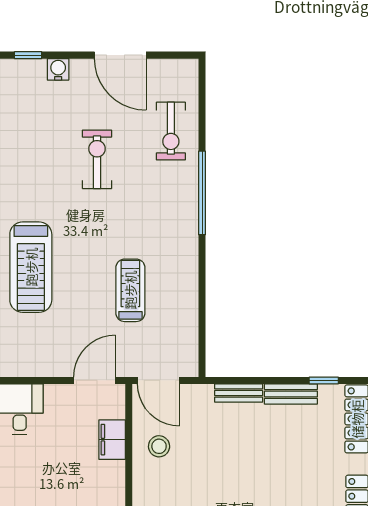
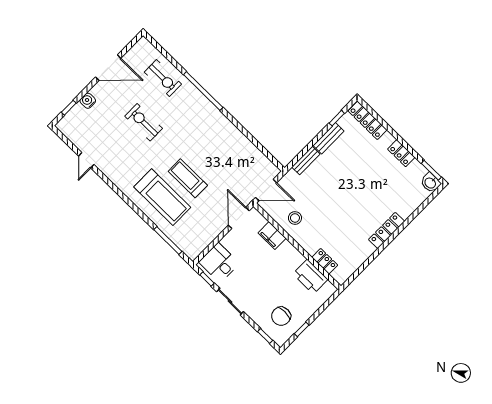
treadmill: (130, 290) -> (188, 178), moved

